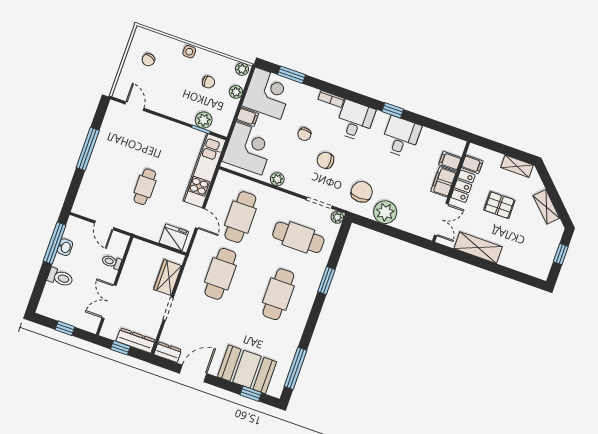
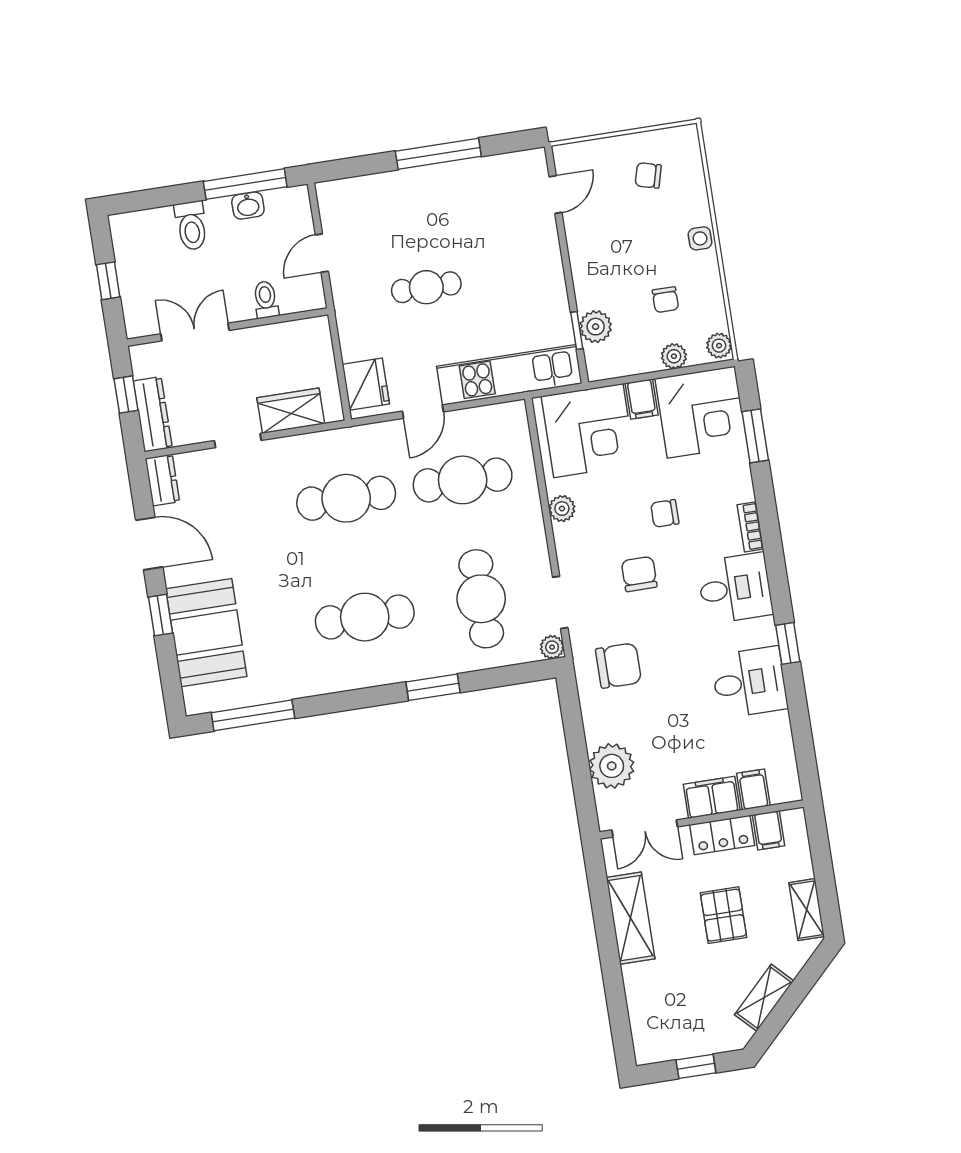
plant: (385, 212) -> (612, 766), moved
window: (251, 394) -> (160, 615), moved

